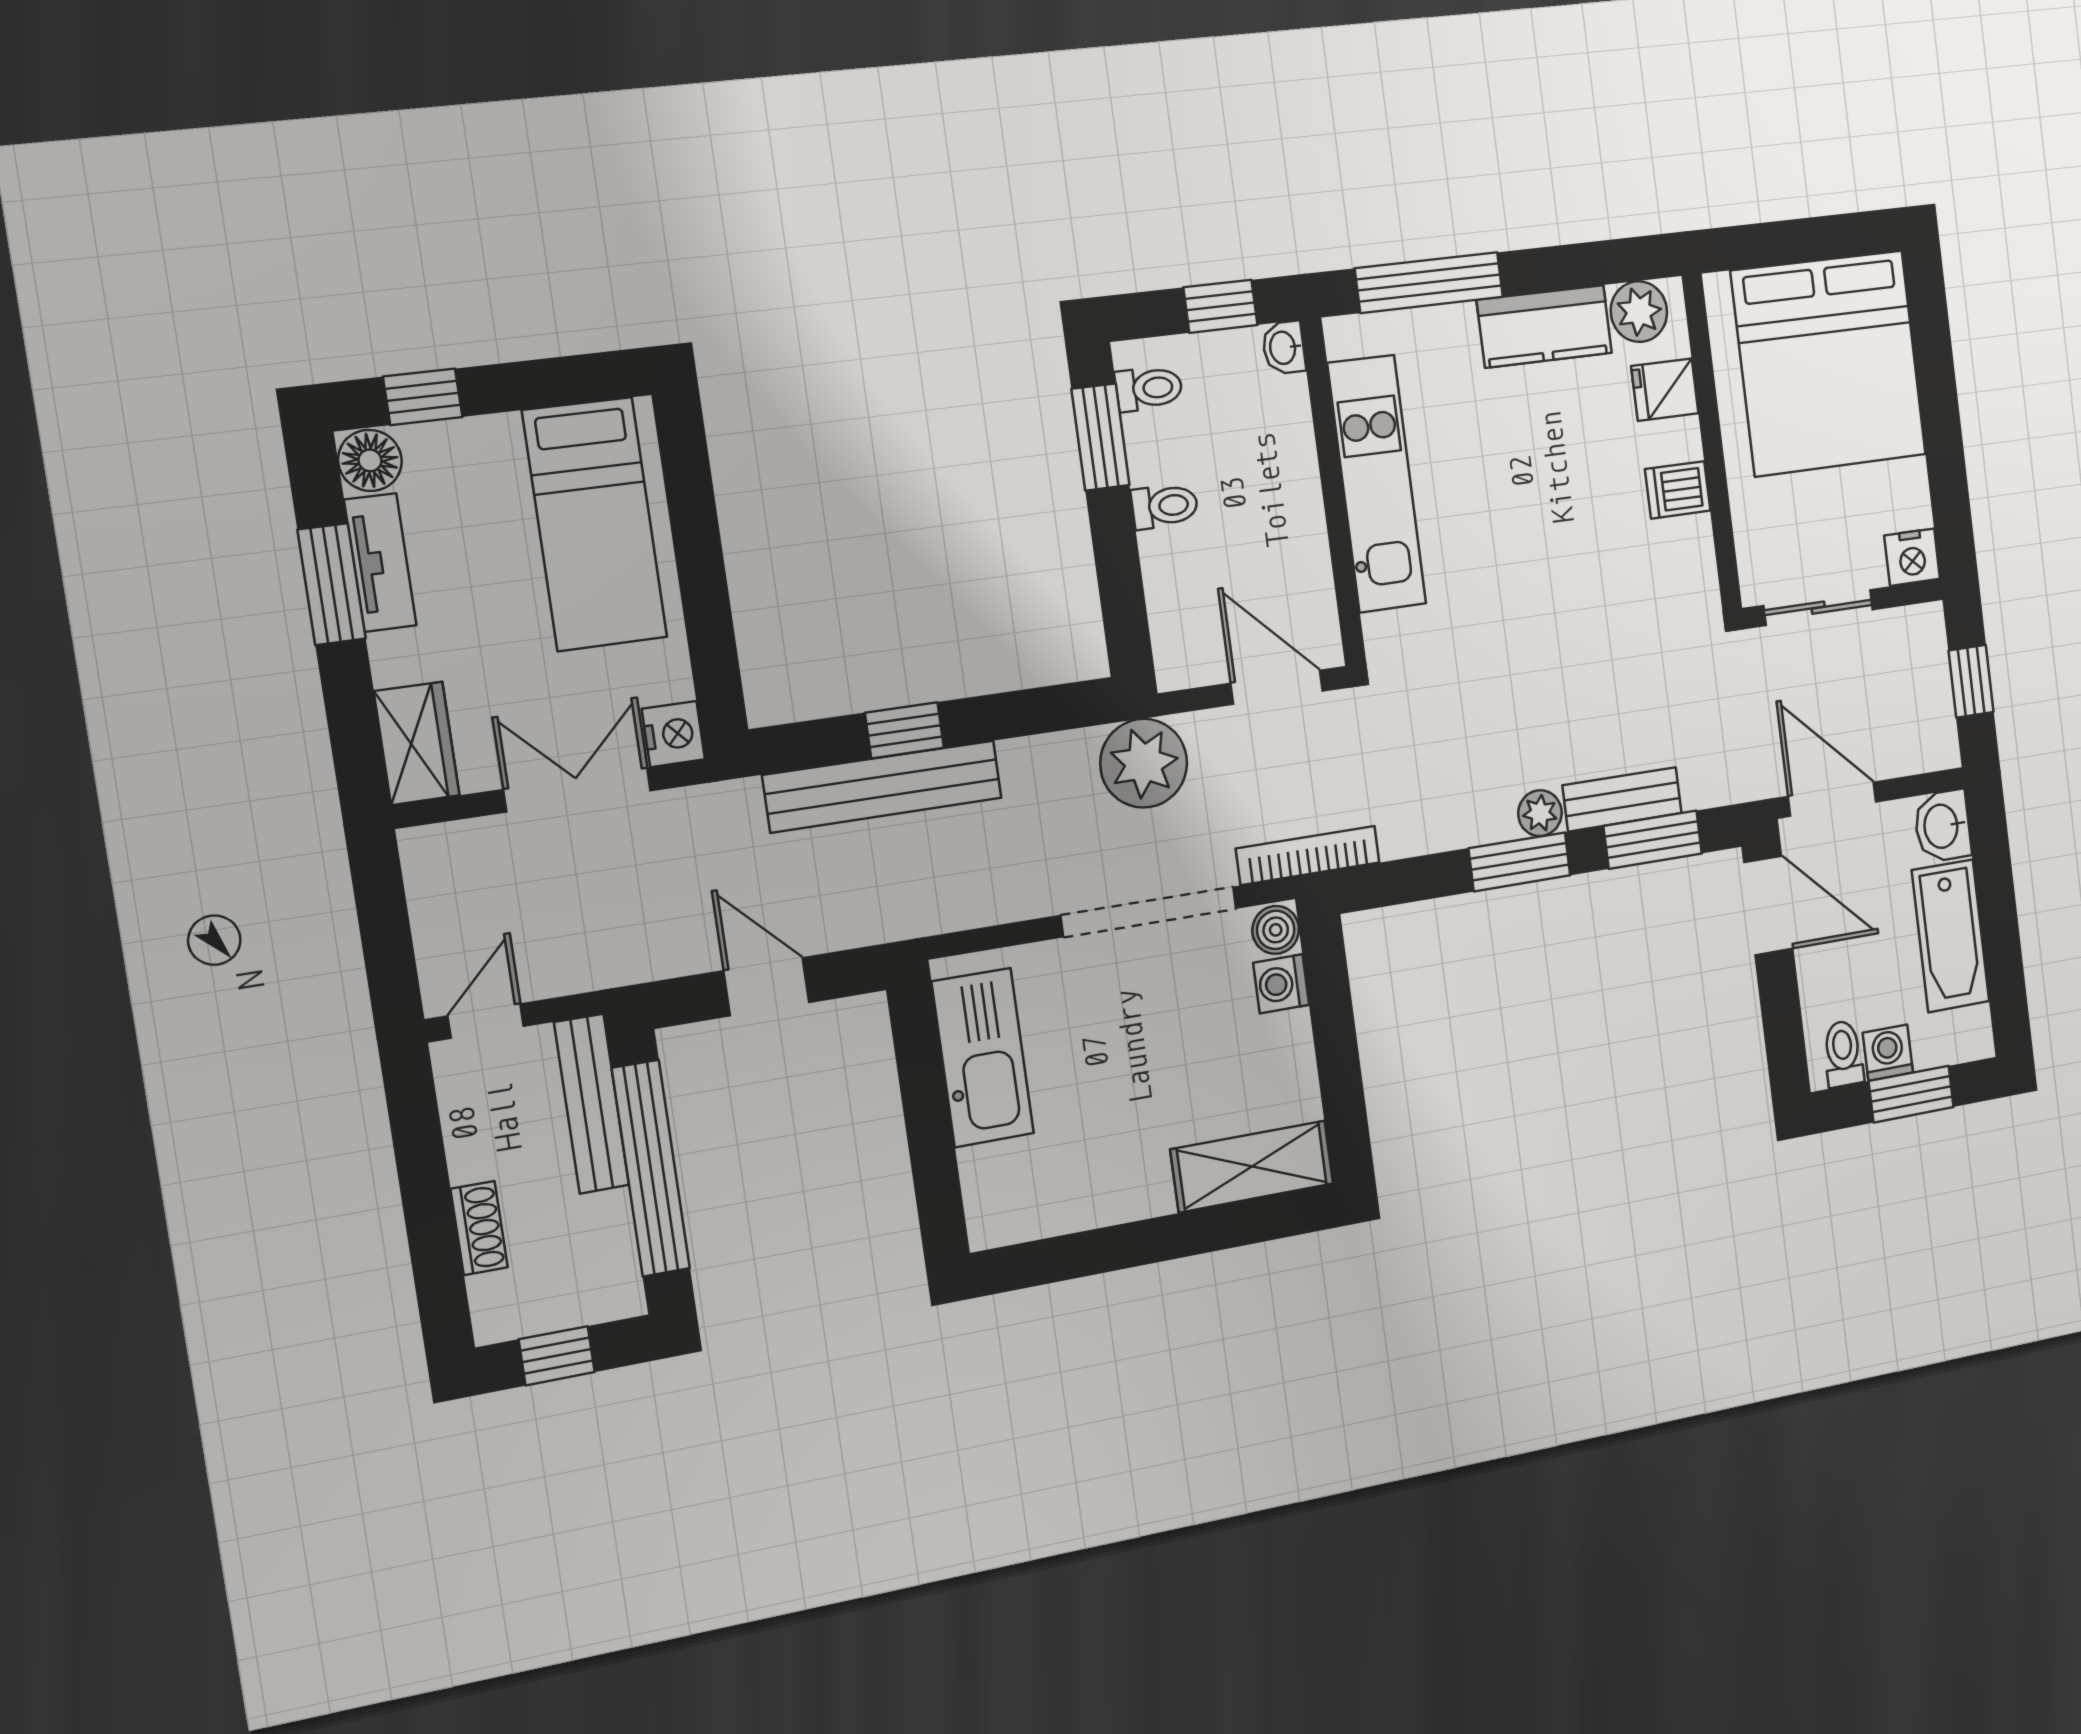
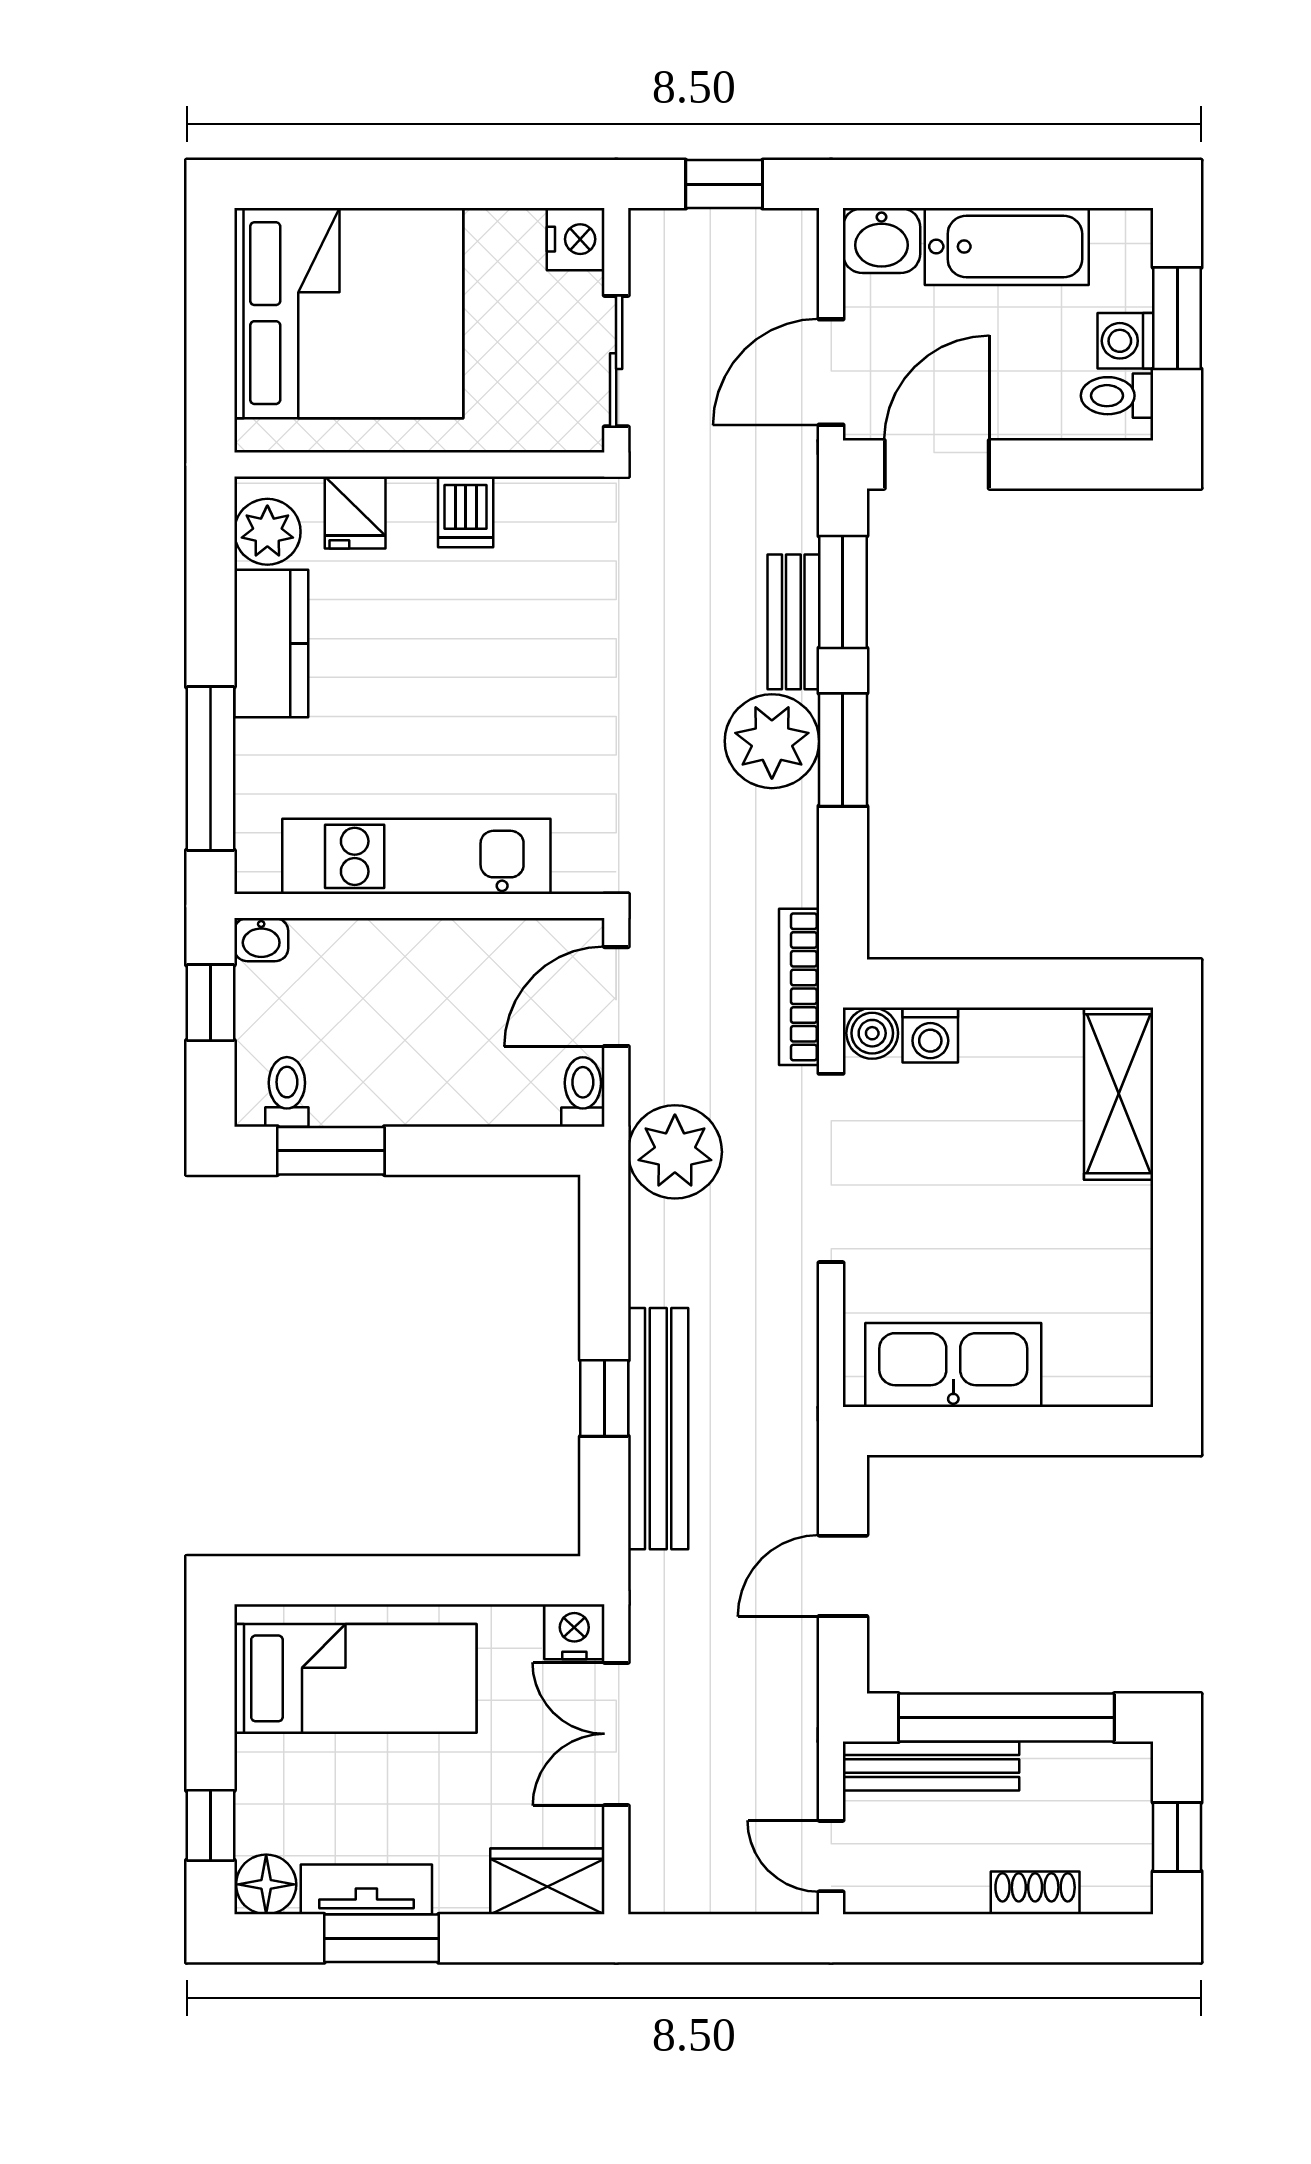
toilet: (1165, 506) -> (583, 1092), moved
plant: (1540, 813) -> (772, 741), width x1.88, depth x1.88

